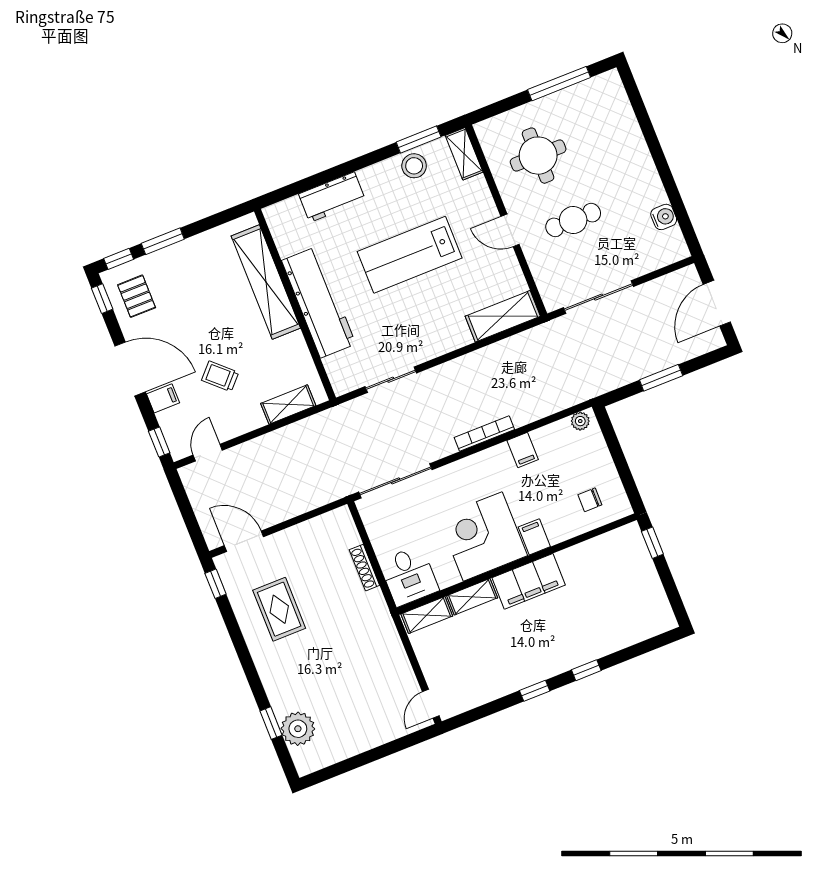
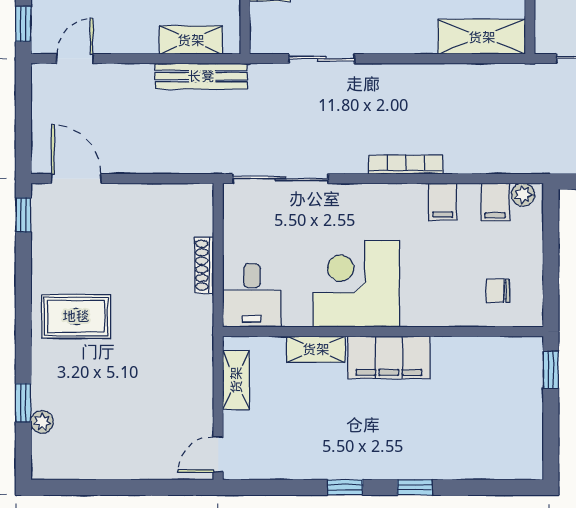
bench: (306, 428) -> (201, 76), added
filing cabinet: (534, 537) -> (495, 202), moved, turned 180
rug: (279, 609) -> (76, 316), moved, turned 90
shelving: (427, 615) -> (236, 380), moved, turned 90
plant: (298, 729) -> (42, 422), width x0.53, depth x0.53

